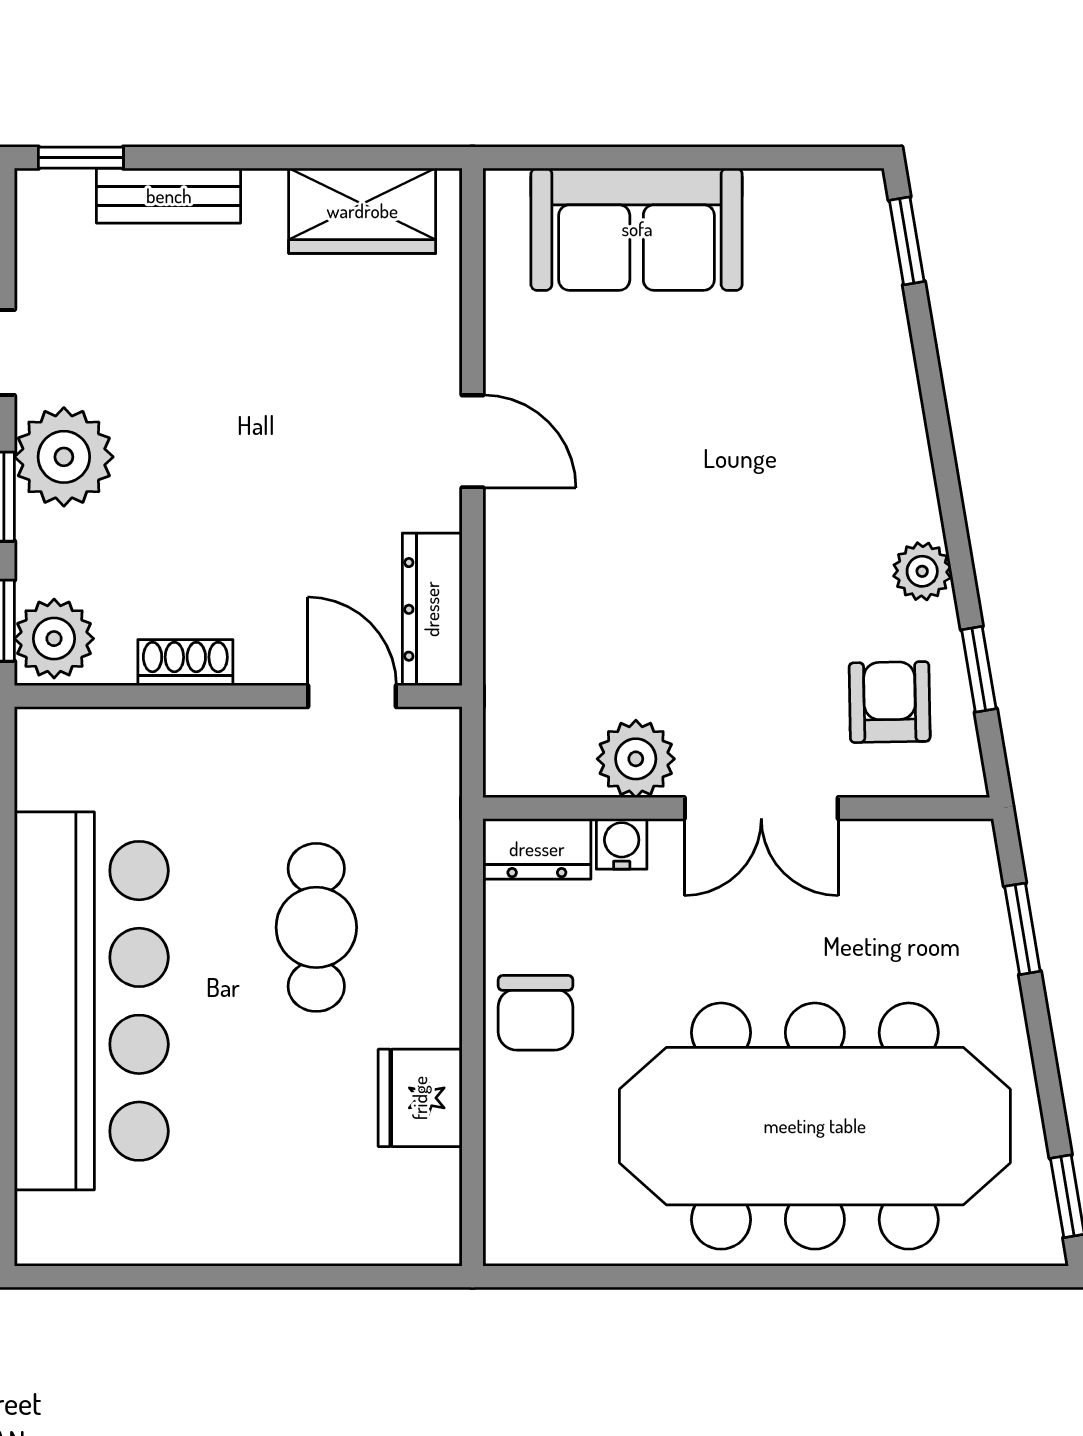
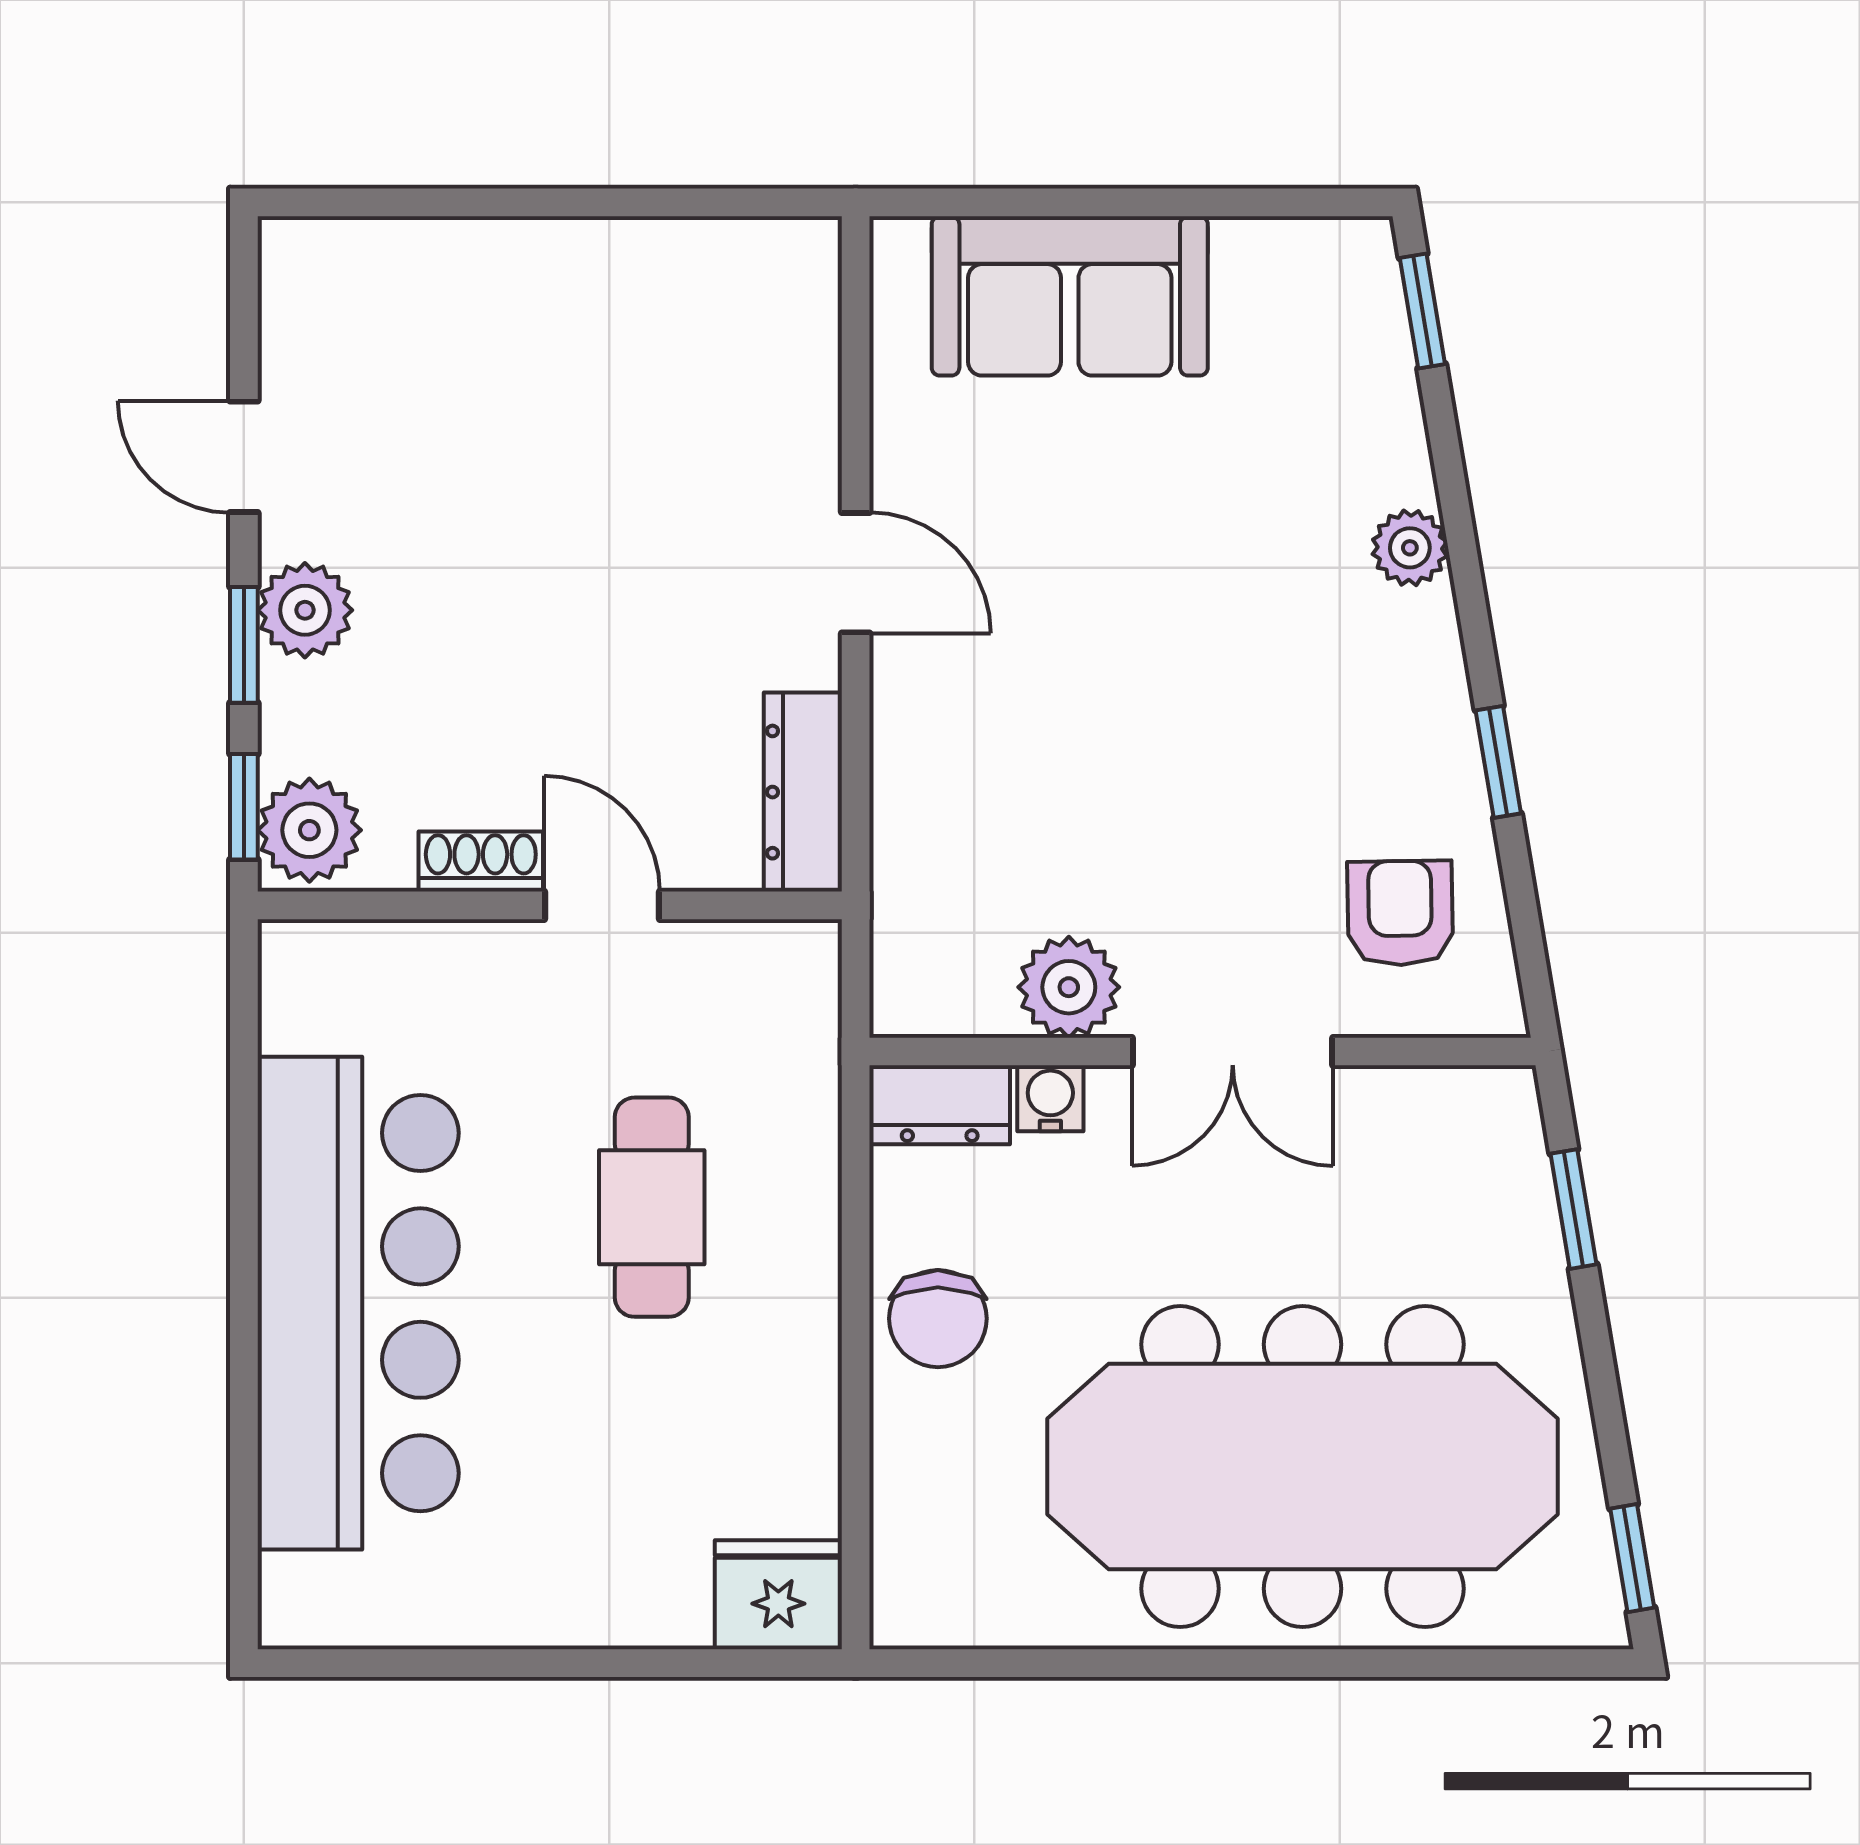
window: (81, 158) -> (344, 202), removed
bench: (169, 196) -> (459, 252), removed
wardrobe: (362, 211) -> (712, 272), removed
plant: (64, 457) -> (305, 610), width x0.73, depth x0.73
plant: (922, 571) -> (1410, 548), moved
window: (979, 669) -> (1498, 762), moved
door: (352, 696) -> (602, 905), moved
fridge: (420, 1098) -> (778, 1595), moved, turned 90

